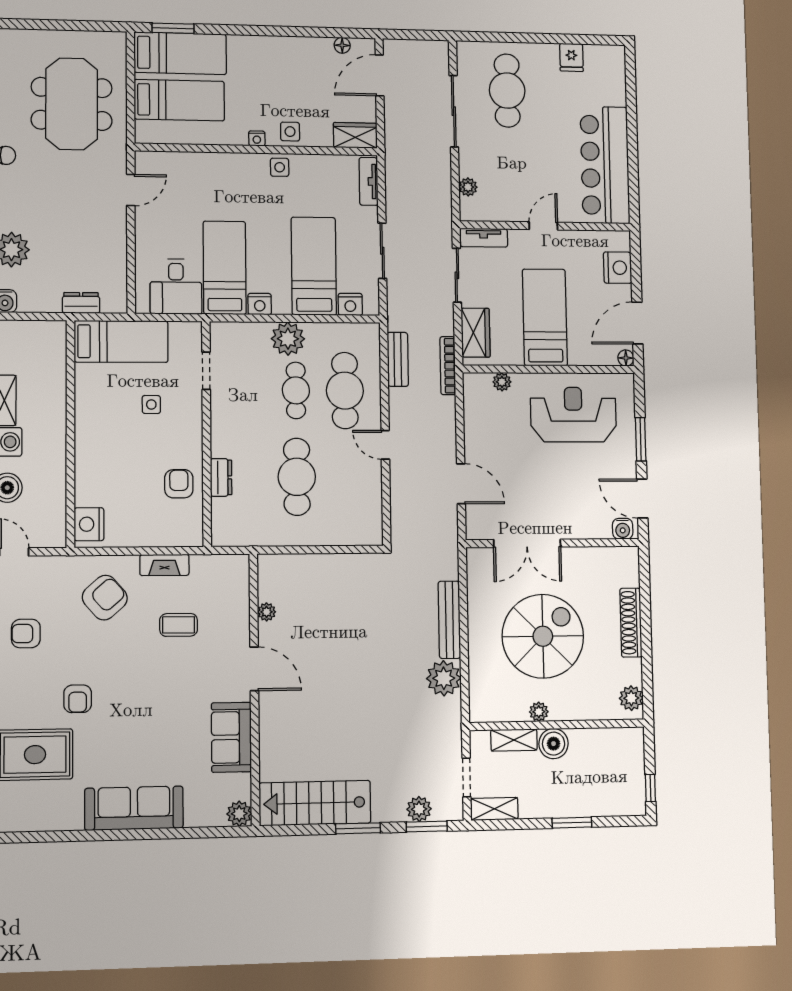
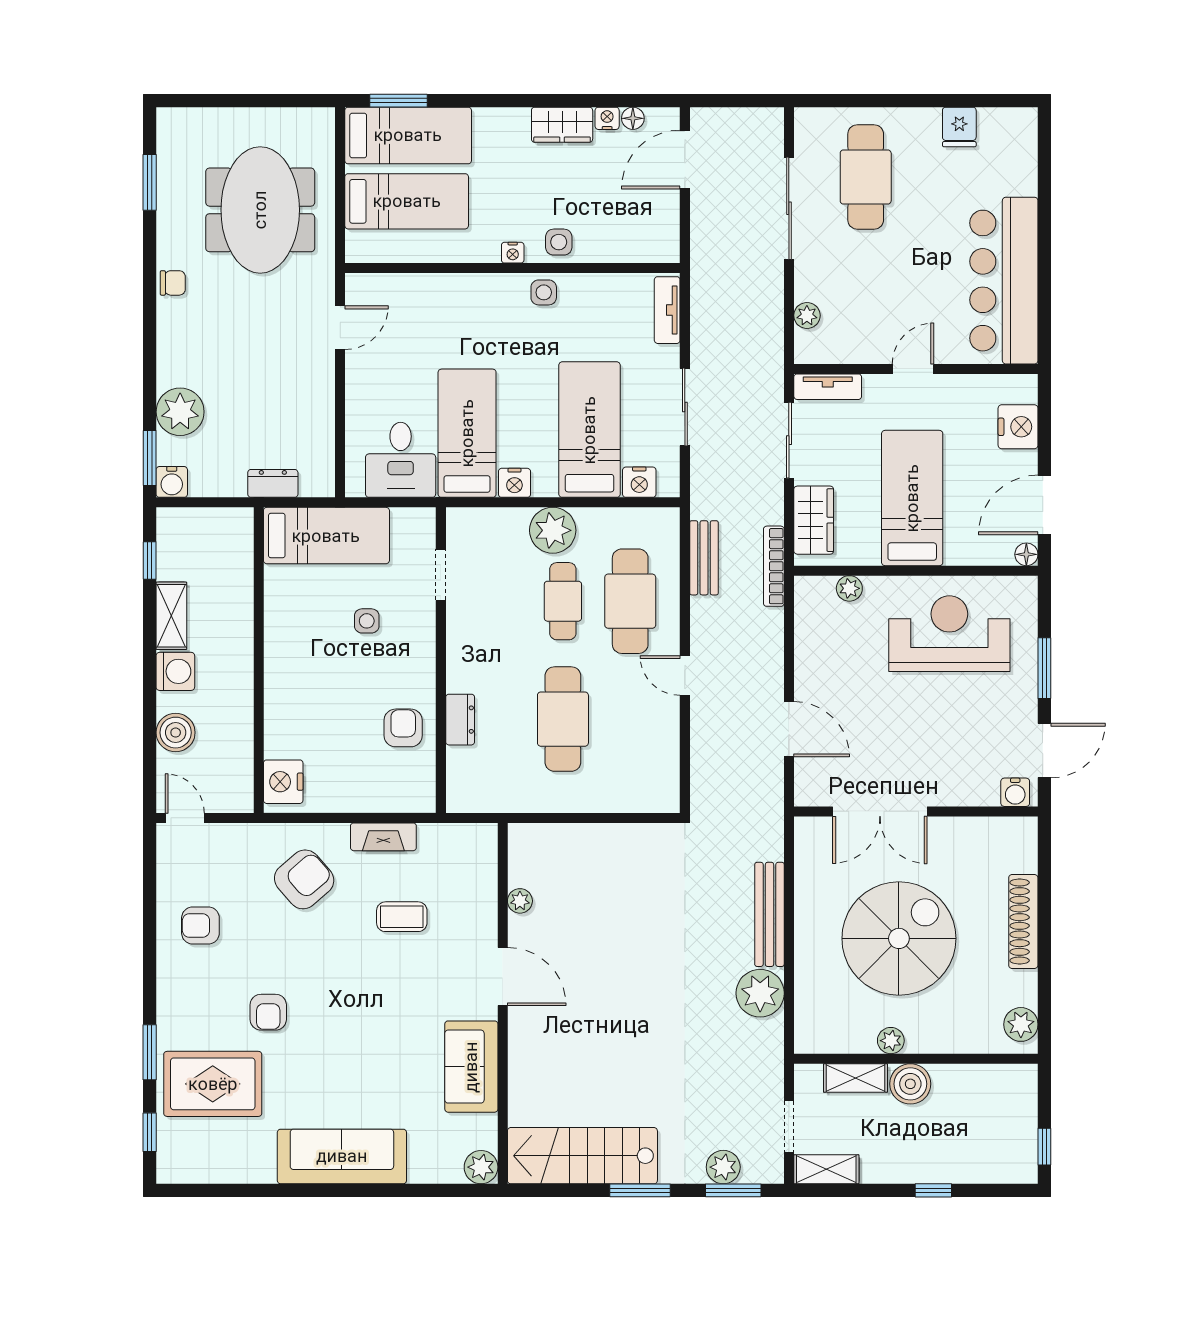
nightstand: (324, 45) -> (607, 118), added
wardrobe: (355, 135) -> (562, 125), moved, turned 180
door: (642, 498) -> (1044, 751), swing flipped
window: (572, 823) -> (933, 1190), width x0.67

